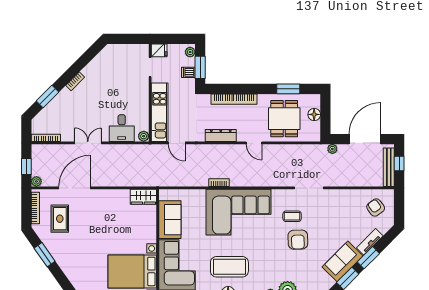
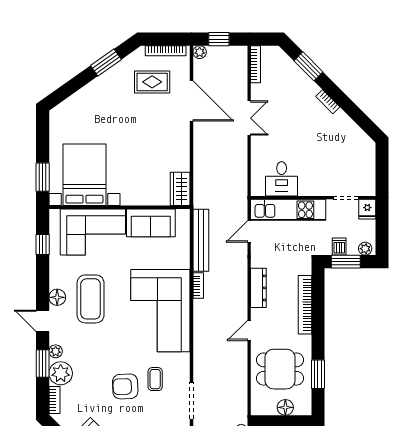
desk: (122, 128) -> (282, 179), moved, turned -90
plant: (144, 136) -> (258, 189), removed
bench: (184, 181) -> (201, 240), added

